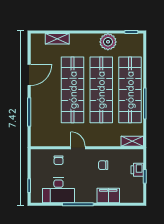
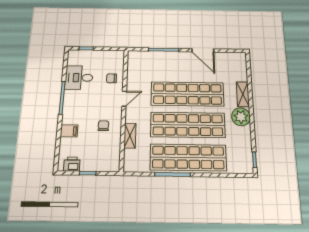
shelving: (57, 39) -> (243, 94), moved
plant: (108, 42) -> (241, 117), moved
shelving: (132, 141) -> (130, 136), moved
printer: (137, 170) -> (72, 164), moved
desk: (58, 190) -> (79, 78), width x0.73
filing cabinet: (108, 196) -> (69, 131), width x0.50

